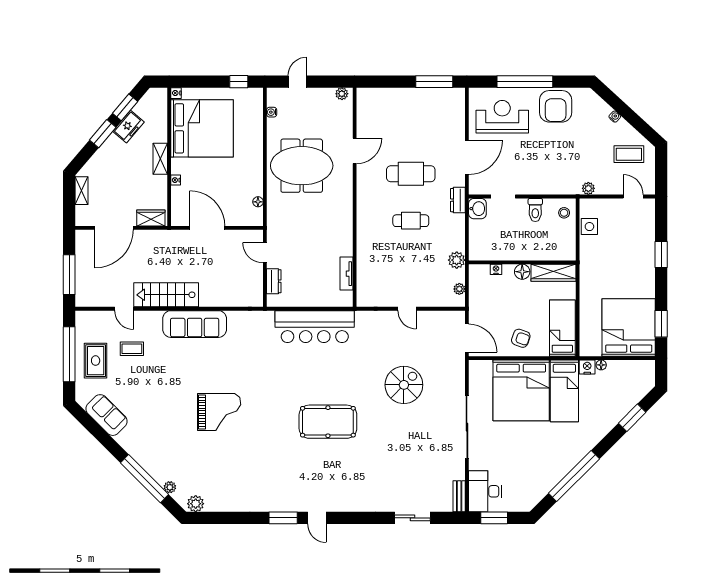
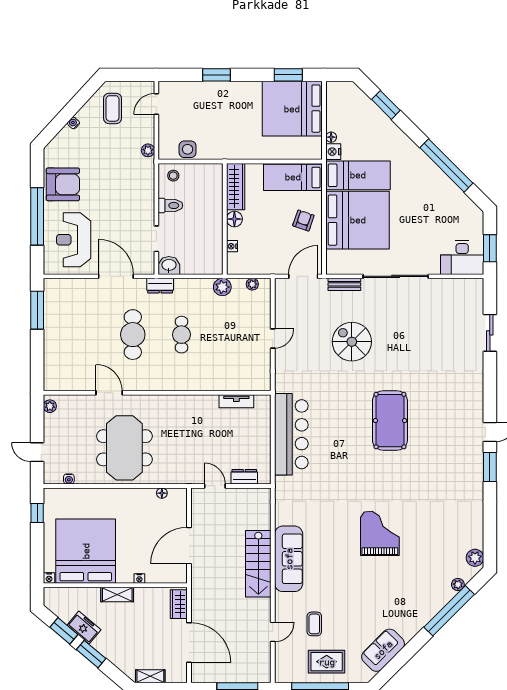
door: (265, 253) -> (215, 486), swing flipped
stairs: (166, 295) -> (258, 564), moved
bench: (459, 496) -> (344, 284), moved

